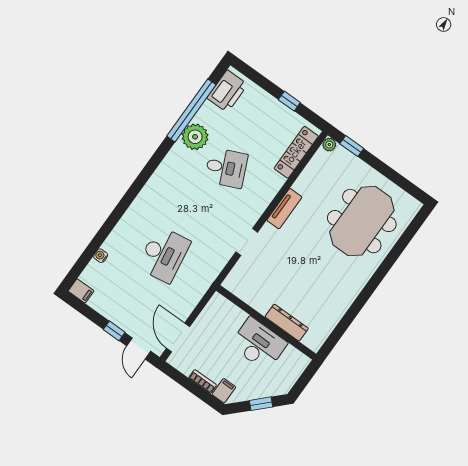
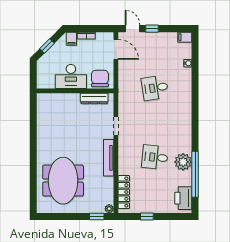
desk: (226, 168) -> (155, 157), turned 30
tv unit: (284, 209) -> (109, 158), width x1.41
desk: (164, 254) -> (155, 88), width x0.73
chair: (224, 315) -> (100, 78), added
dresser: (287, 323) -> (94, 98), moved

